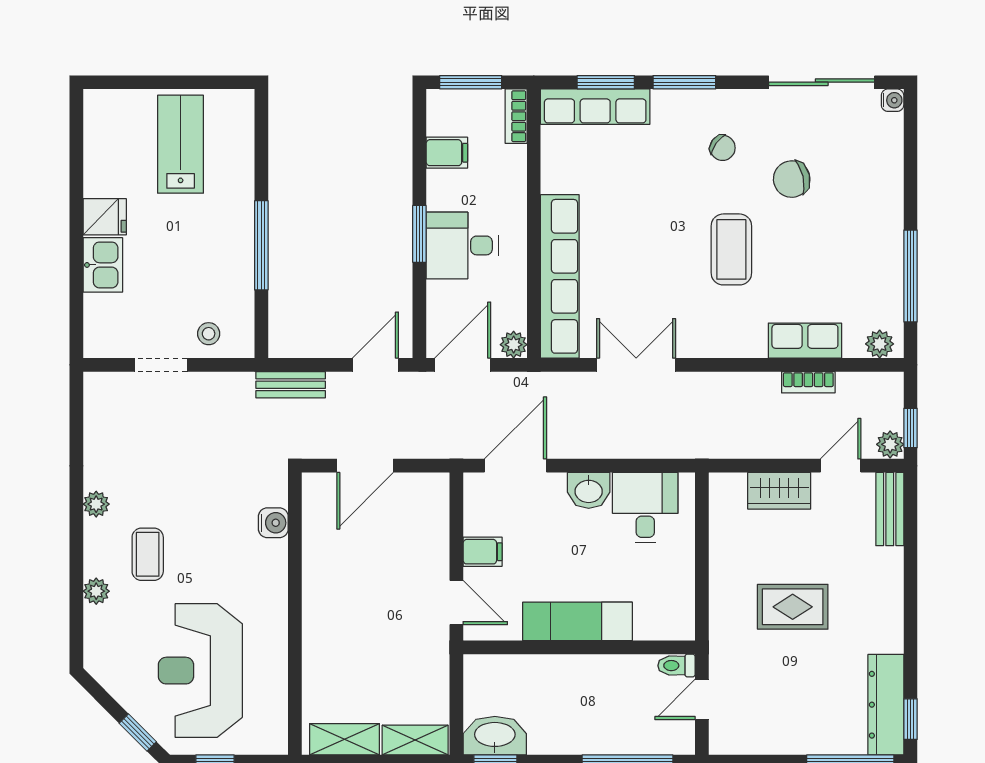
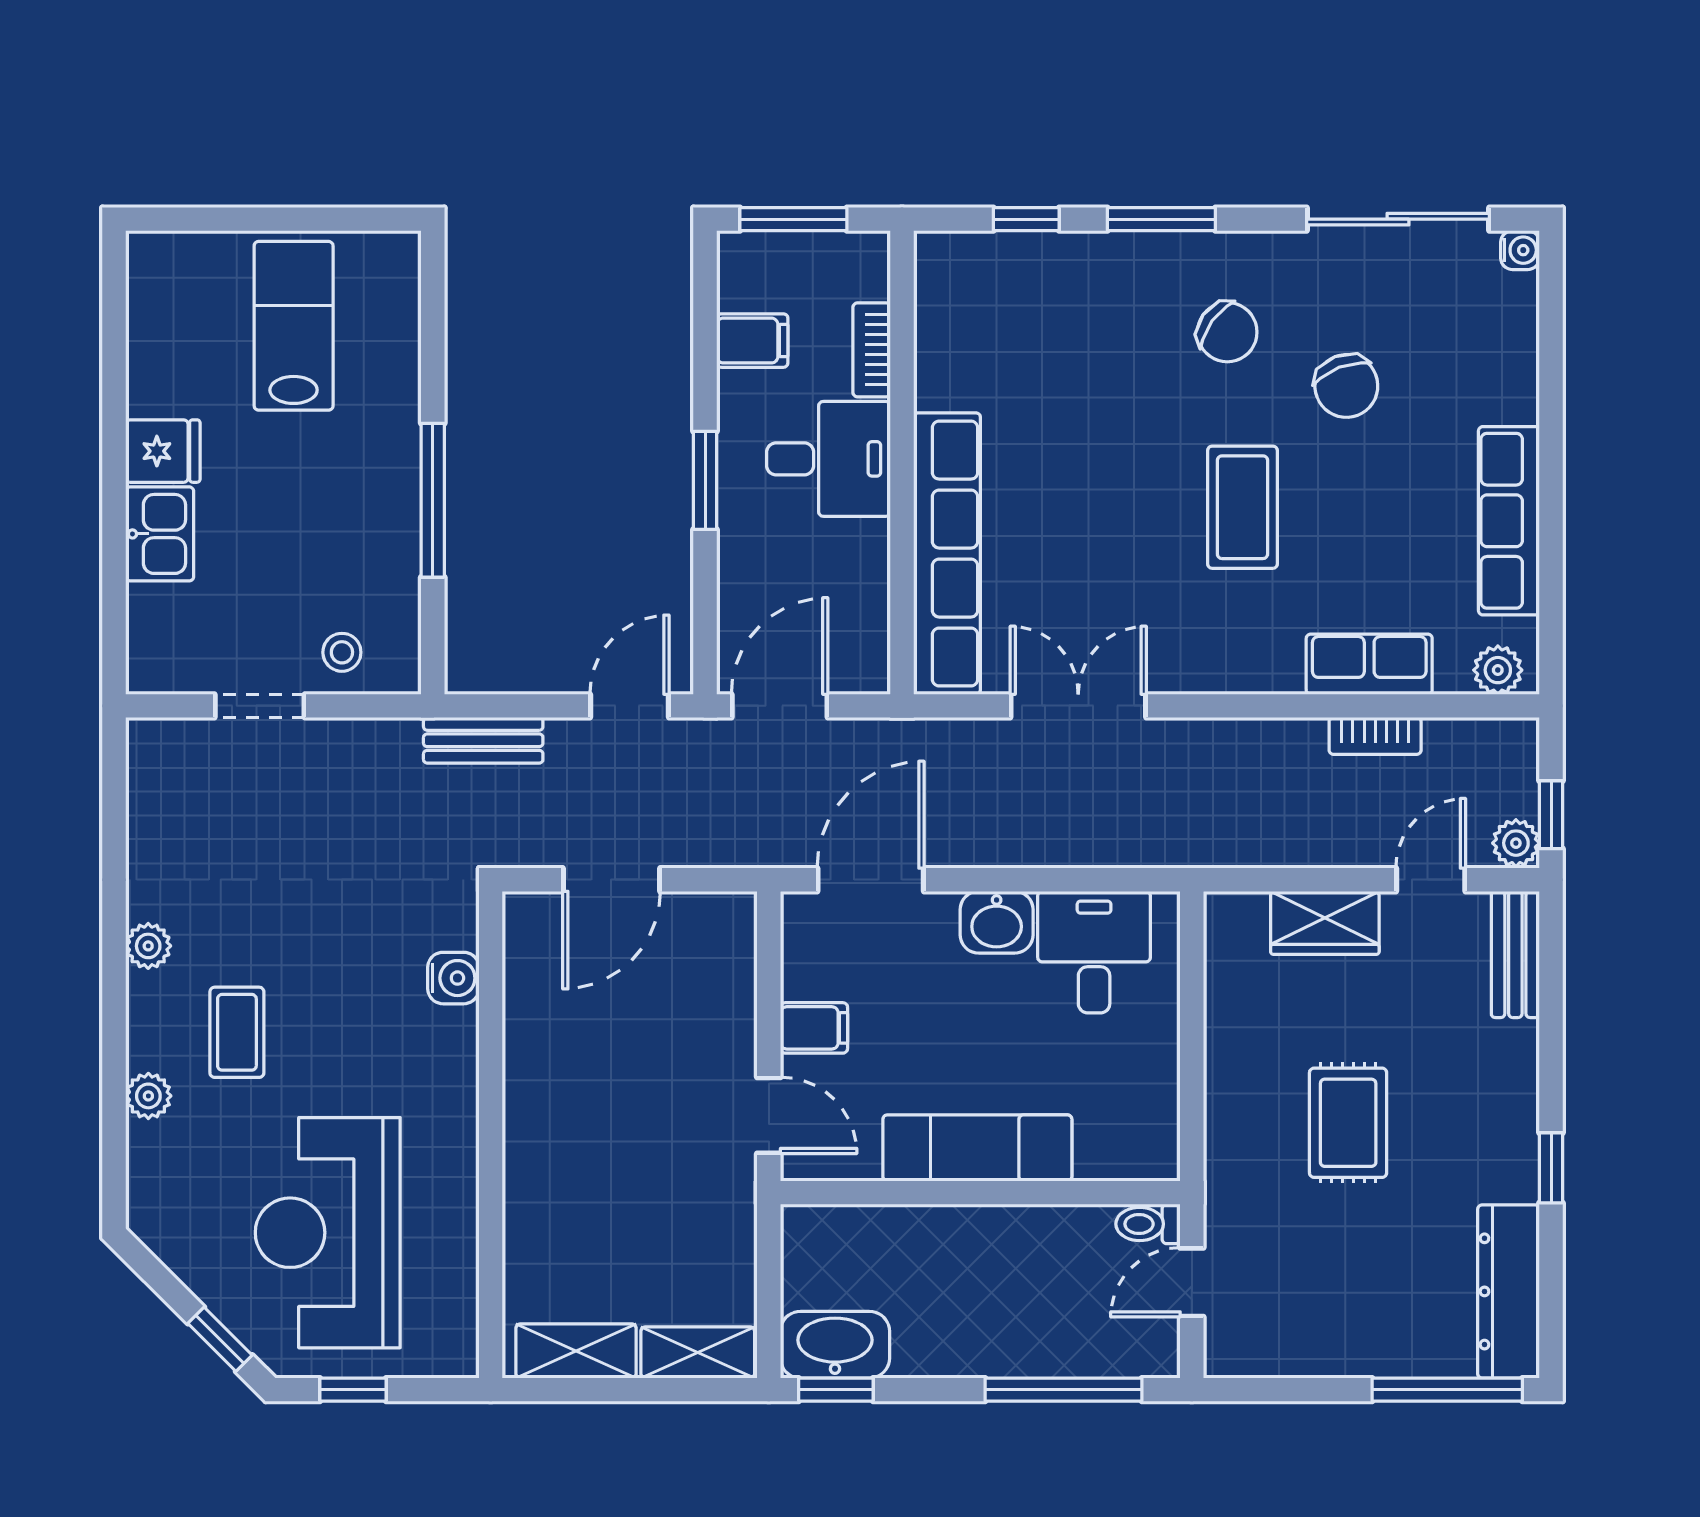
window: (606, 82) -> (1026, 219), width x0.67
row of seats: (595, 107) -> (1509, 521), moved, turned 90
bookcase: (516, 116) -> (872, 350), moved
chair: (723, 148) -> (1227, 332), width x1.37, depth x1.37
chair: (792, 179) -> (1346, 386), turned -98
desk: (462, 245) -> (829, 459), moved, turned 180
window: (910, 276) -> (1551, 553), removed
plant: (514, 345) -> (867, 671), removed
rug: (793, 607) -> (1348, 1123), turned 90
window: (910, 719) -> (1551, 1168), moved

